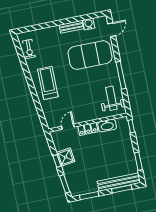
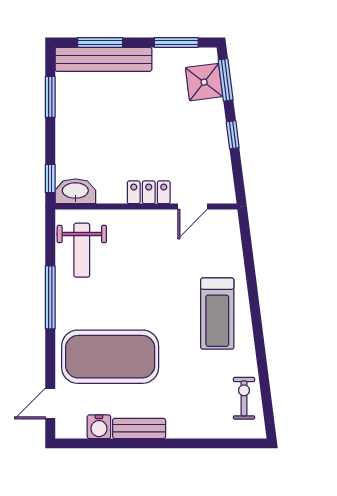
washbasin: (107, 125) -> (75, 191), moved
shower: (66, 157) -> (204, 82), moved

